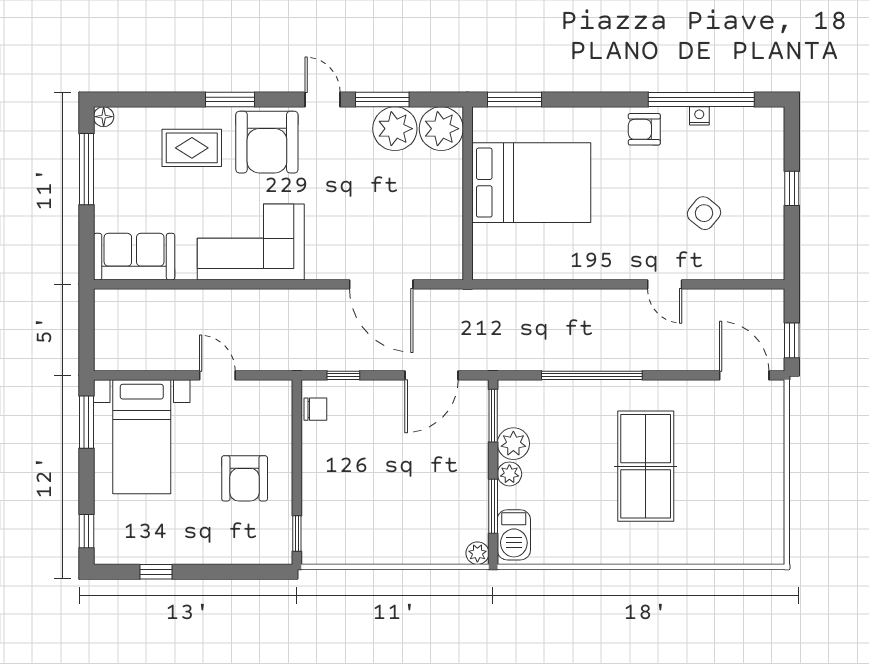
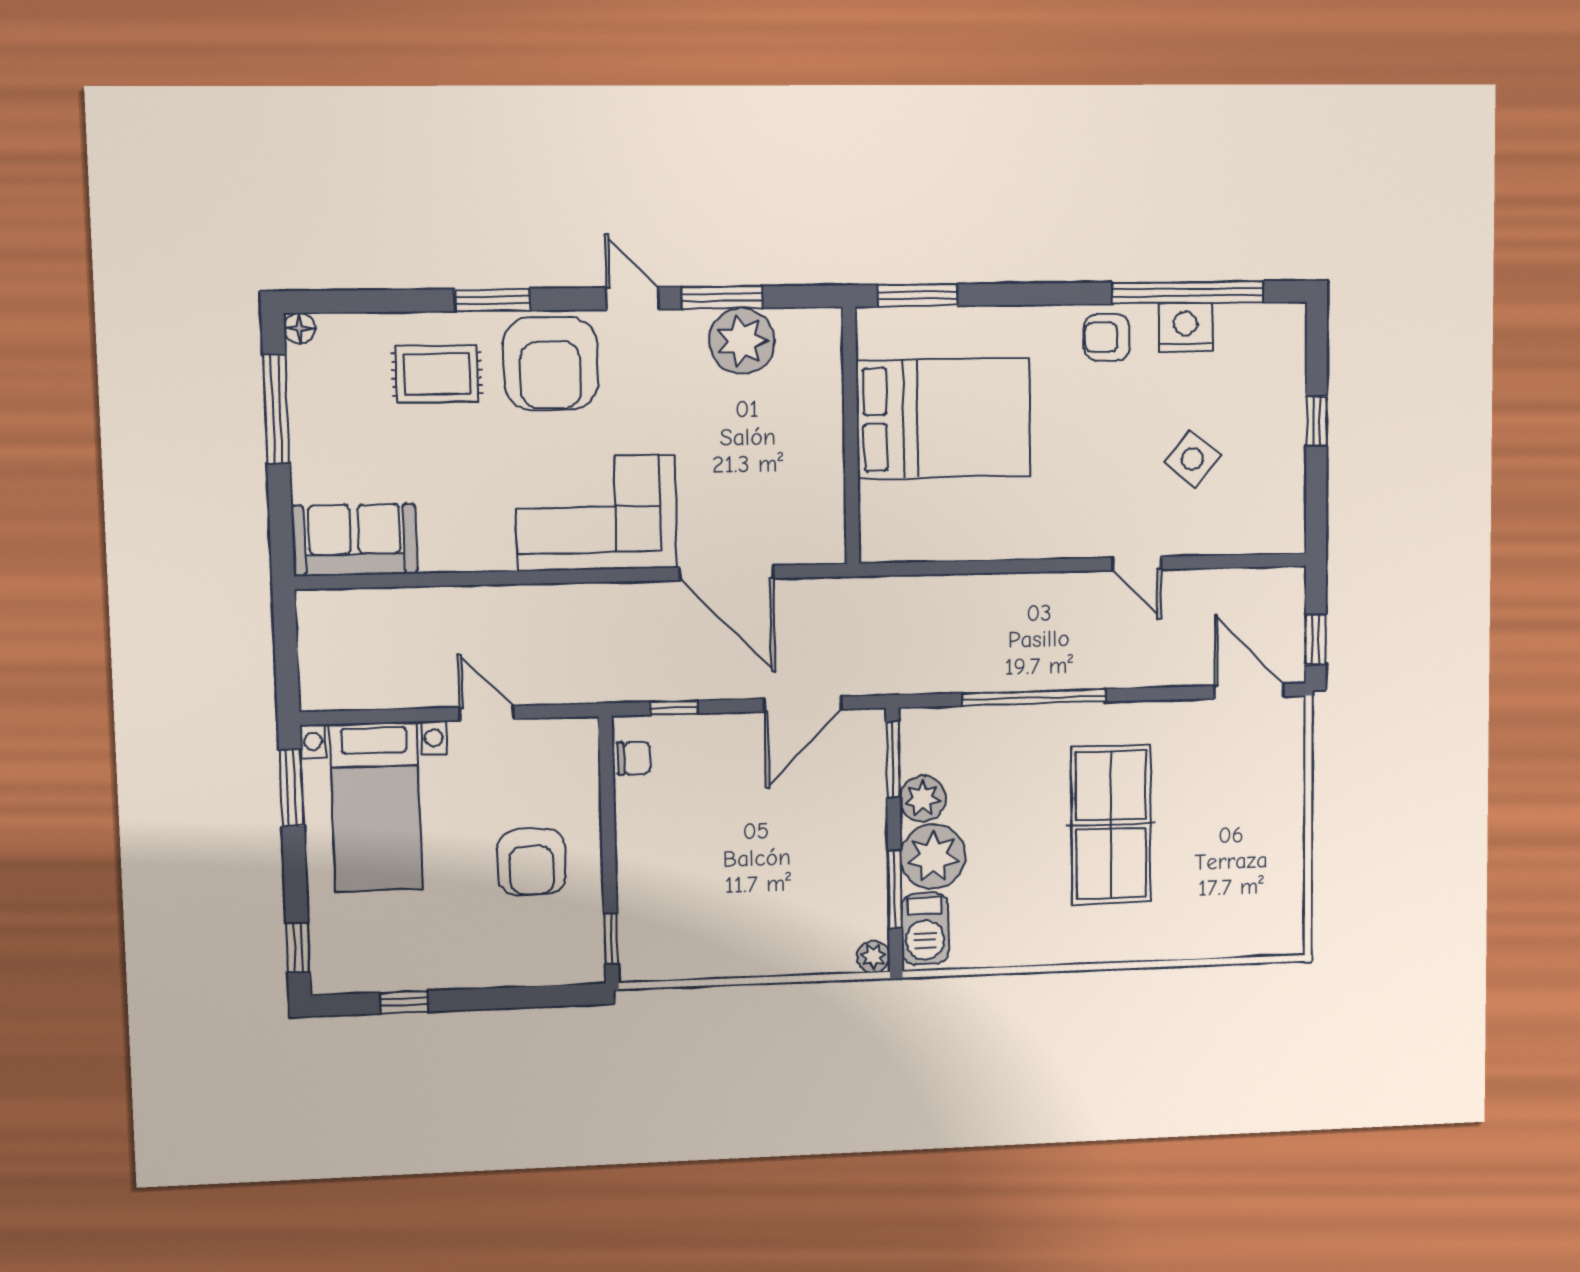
nightstand: (699, 116) -> (1185, 327), width x1.89, depth x1.79
plant: (441, 129) -> (811, 340), removed
corner sofa: (251, 242) -> (596, 513), moved
plant: (509, 474) -> (933, 857), width x1.88, depth x1.88

